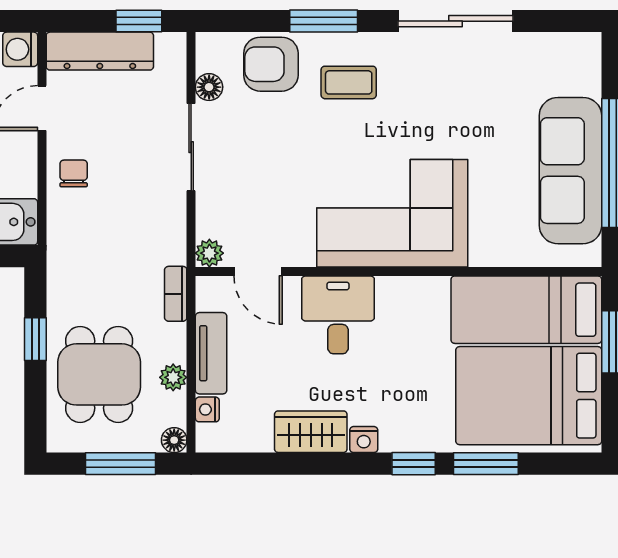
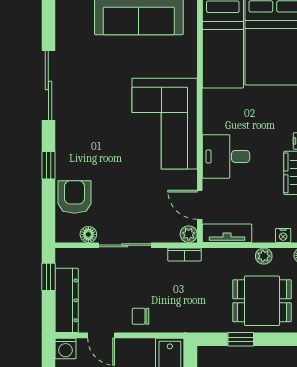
window: (324, 21) -> (48, 165), width x0.67
armchair: (271, 64) -> (74, 197), turned 180
coffee table: (349, 82) -> (86, 150), removed
door: (258, 271) -> (200, 205), swing flipped
bookcase: (176, 294) -> (185, 255), moved
tv unit: (211, 353) -> (227, 233), moved

